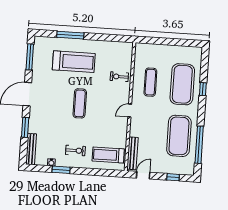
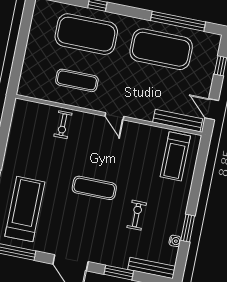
treadmill: (74, 62) -> (25, 209), moved
exercise bike: (75, 150) -> (137, 215), moved

